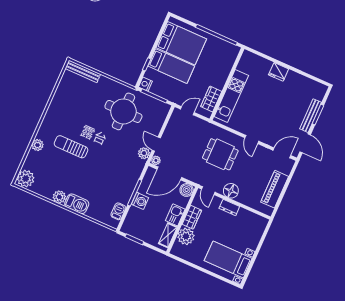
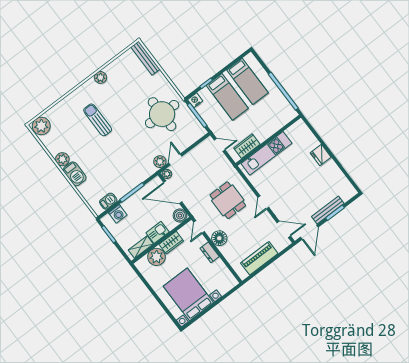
bed: (181, 43) -> (247, 81), width x0.67
plant: (37, 145) -> (100, 77), moved
washing machine: (140, 201) -> (118, 214), moved
bed with nightstands: (228, 259) -> (188, 294), width x1.36

